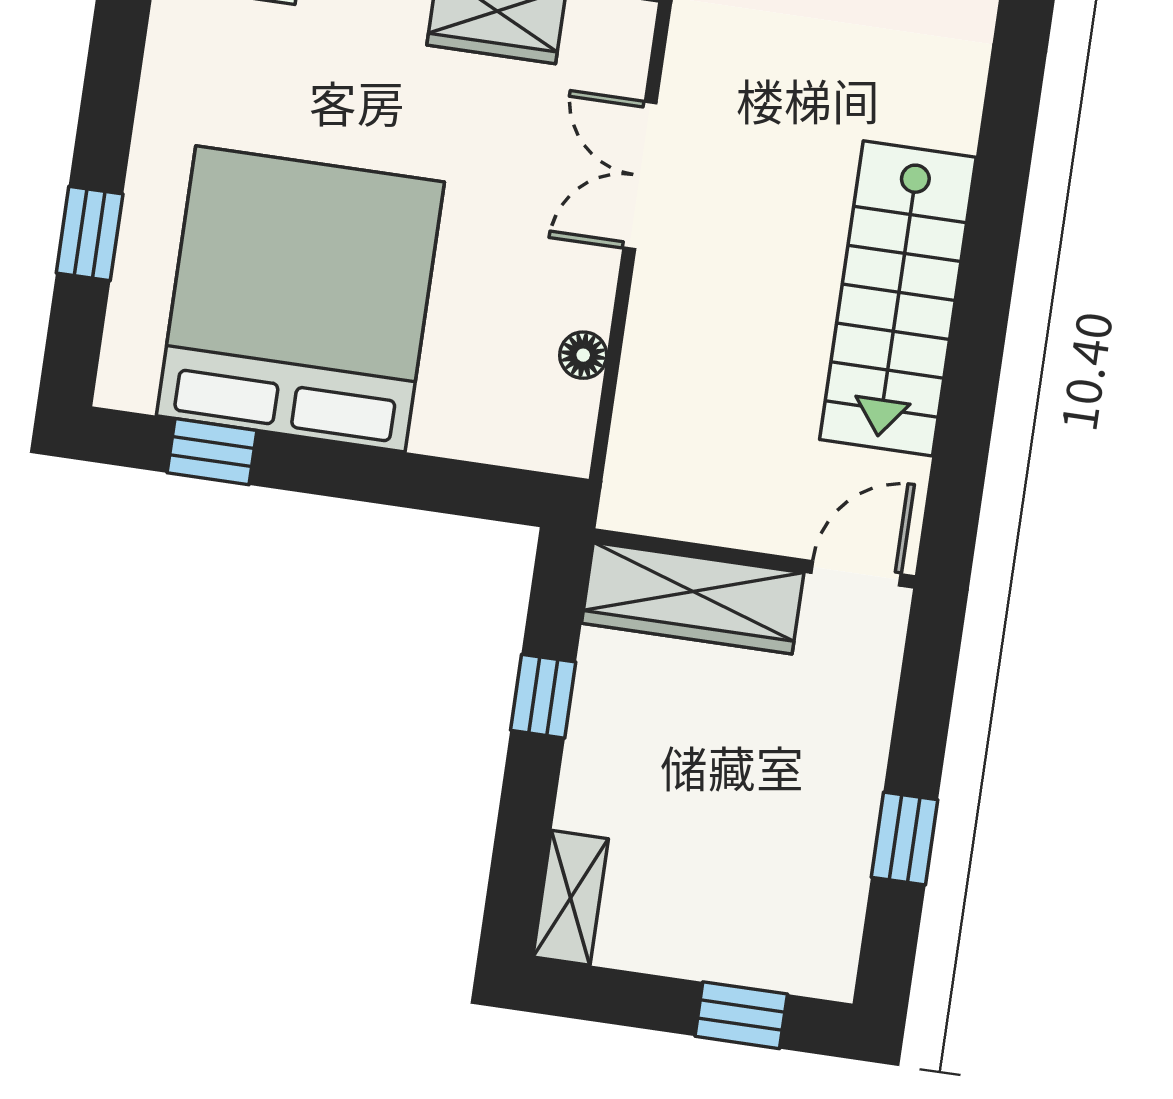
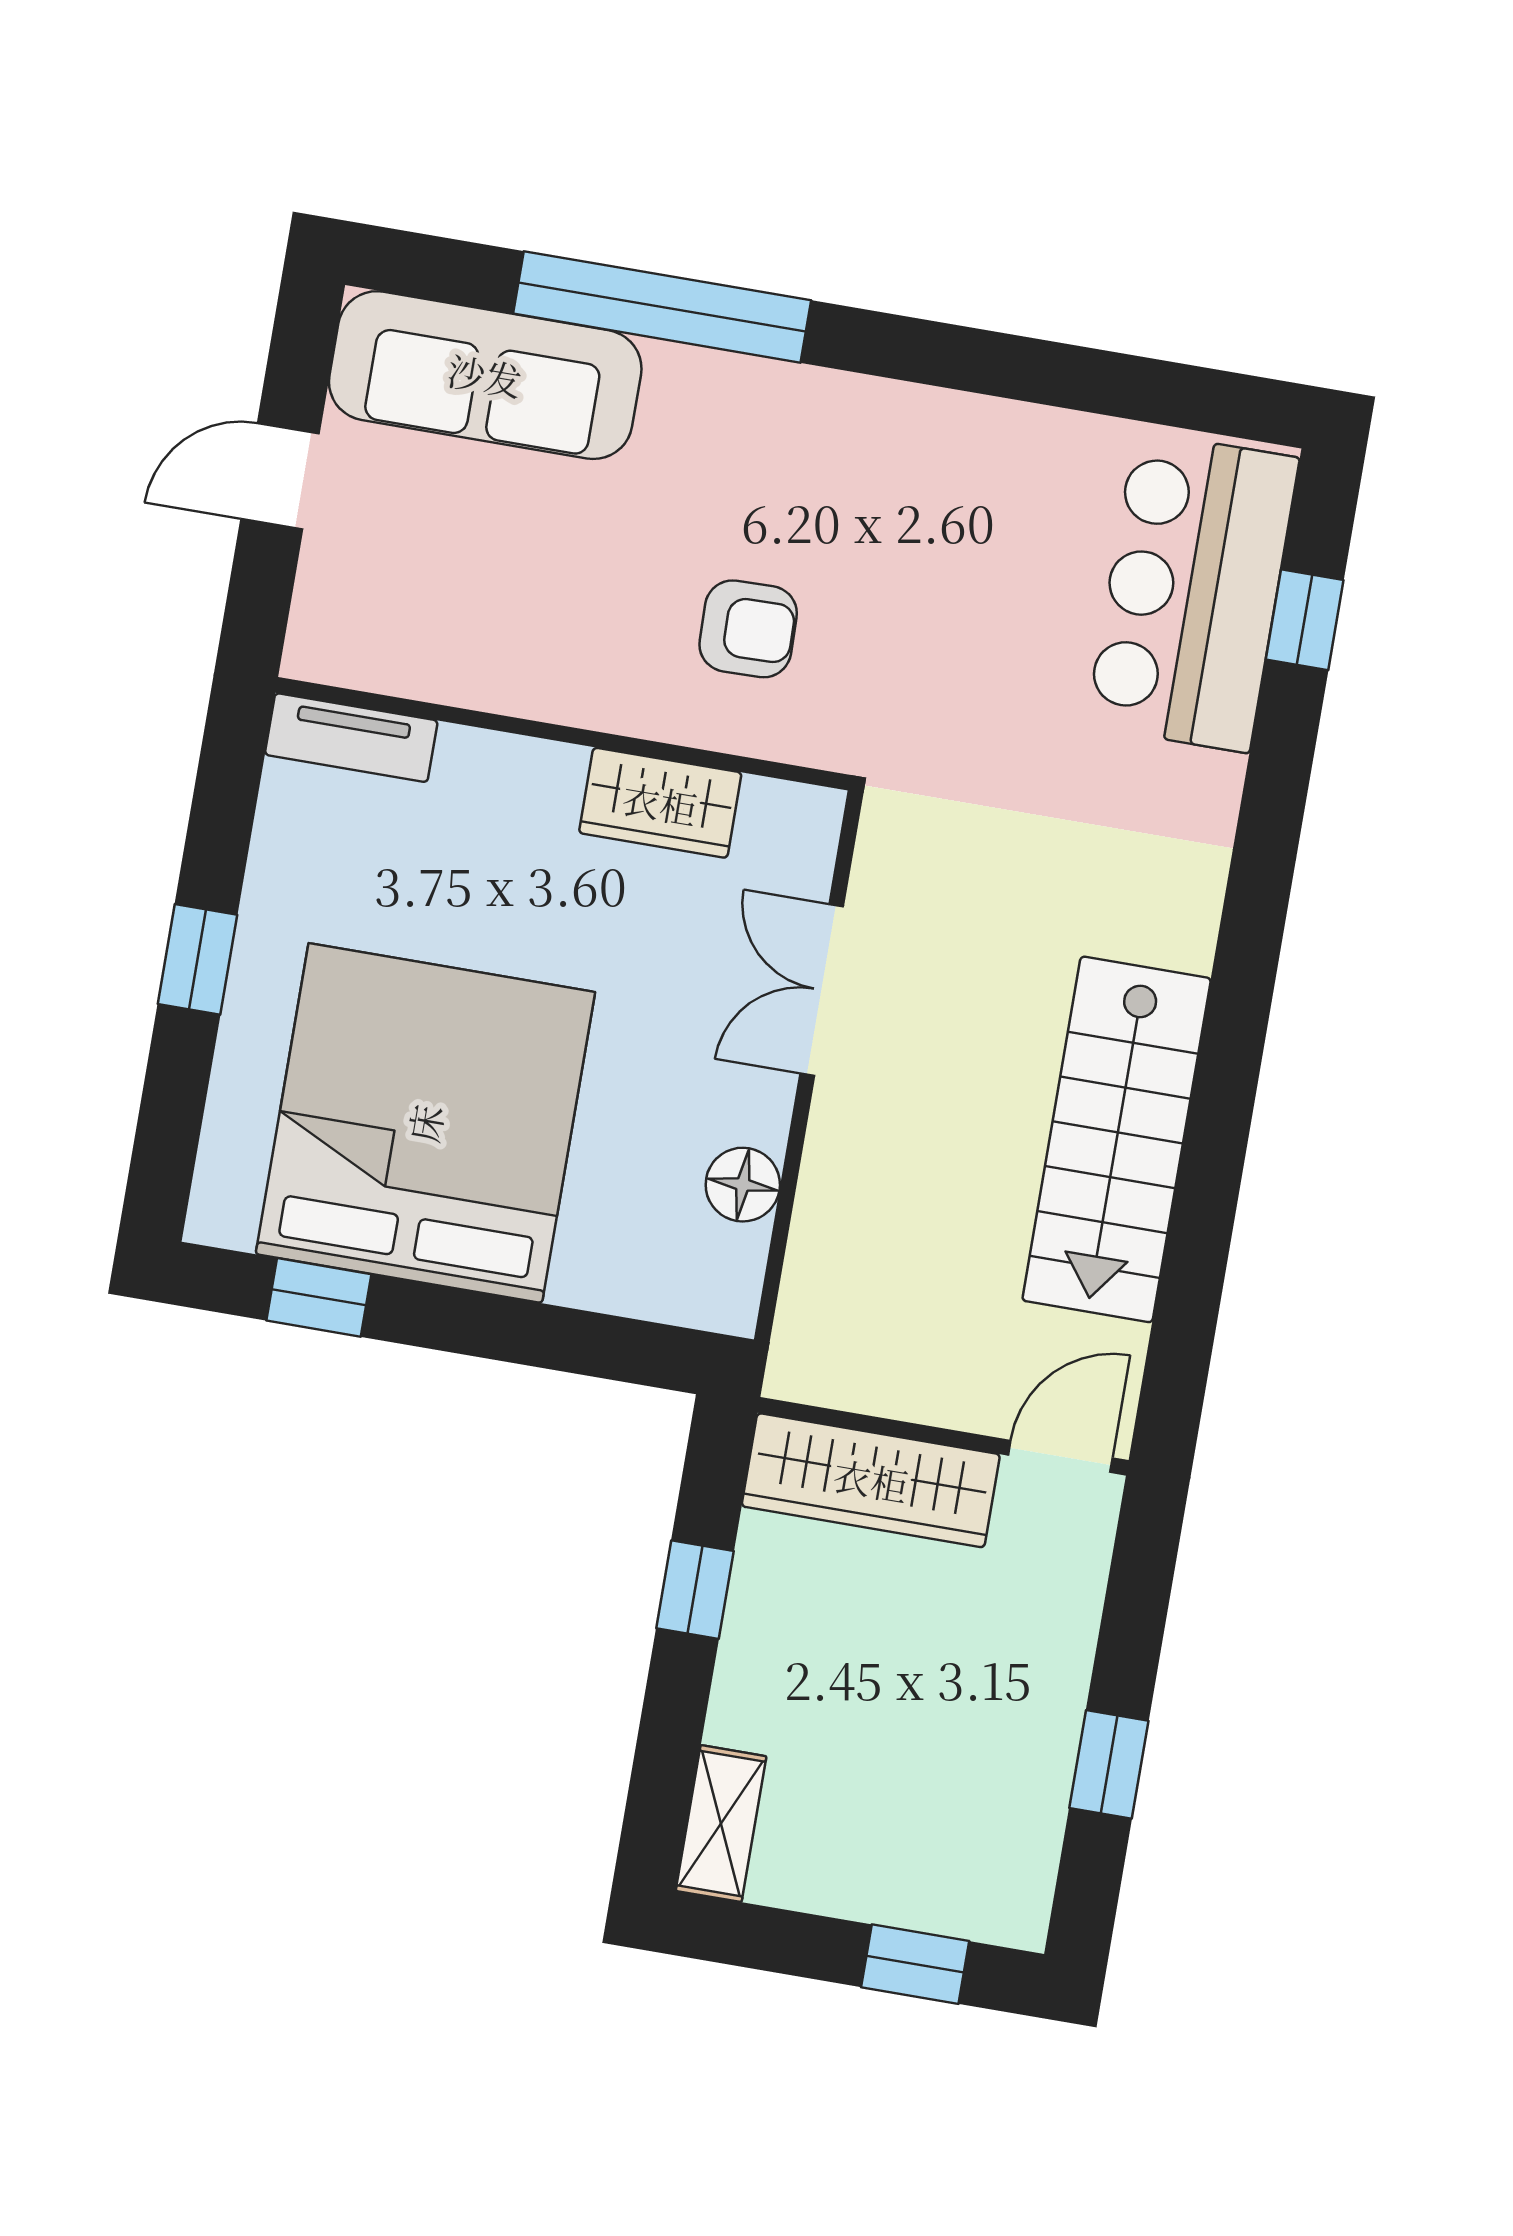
window: (90, 233) -> (197, 959), moved
floor lamp: (583, 355) -> (743, 1185), width x1.37, depth x1.37

